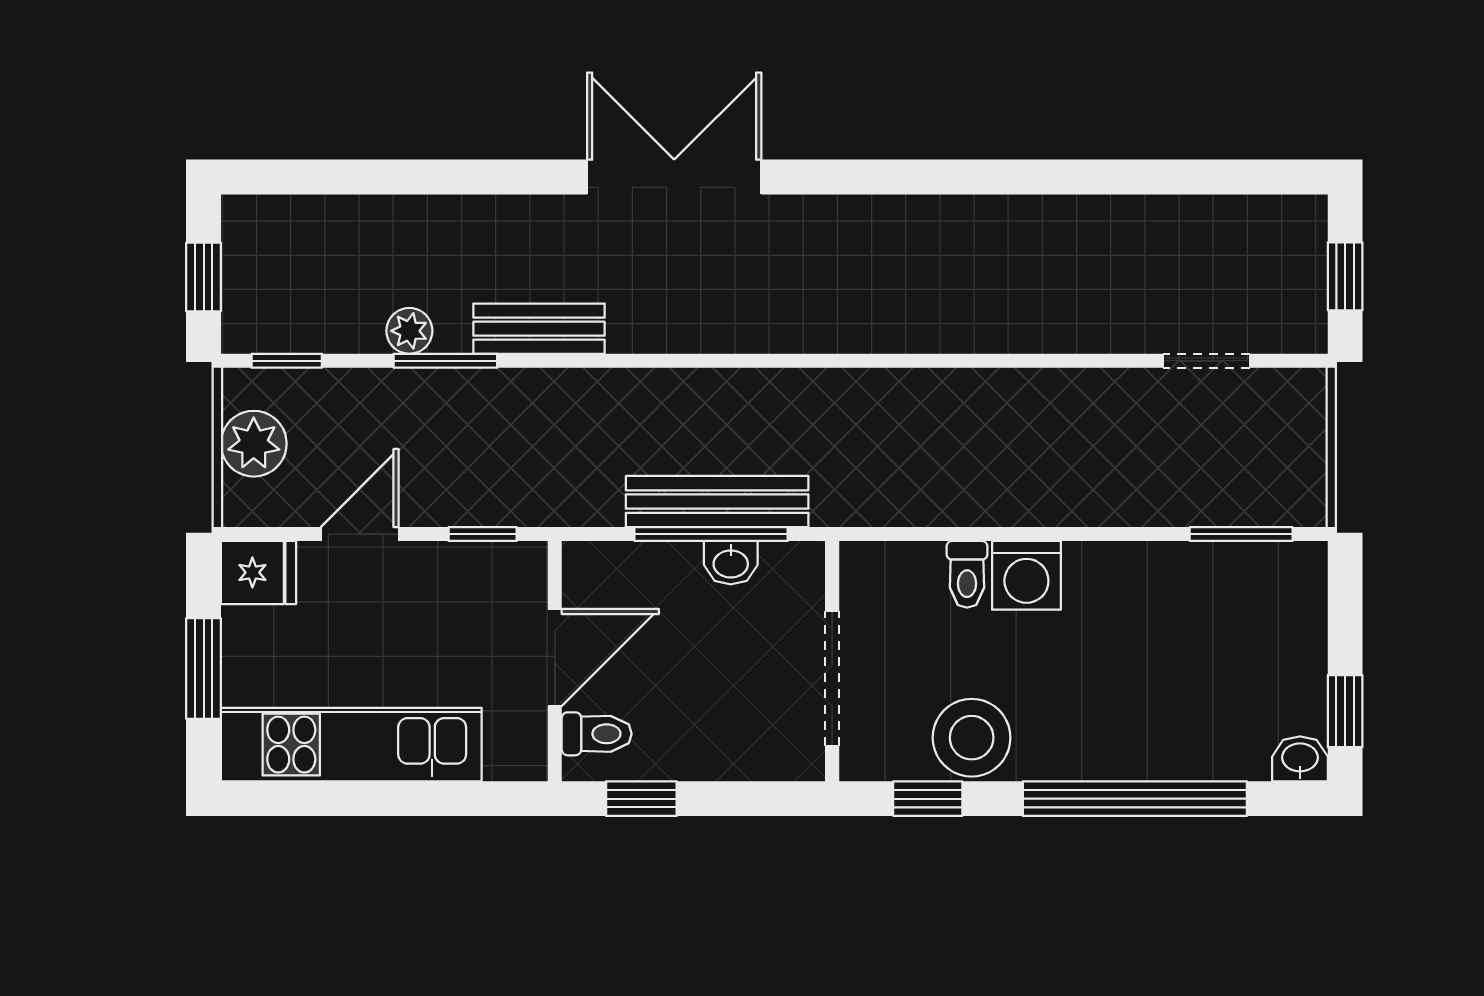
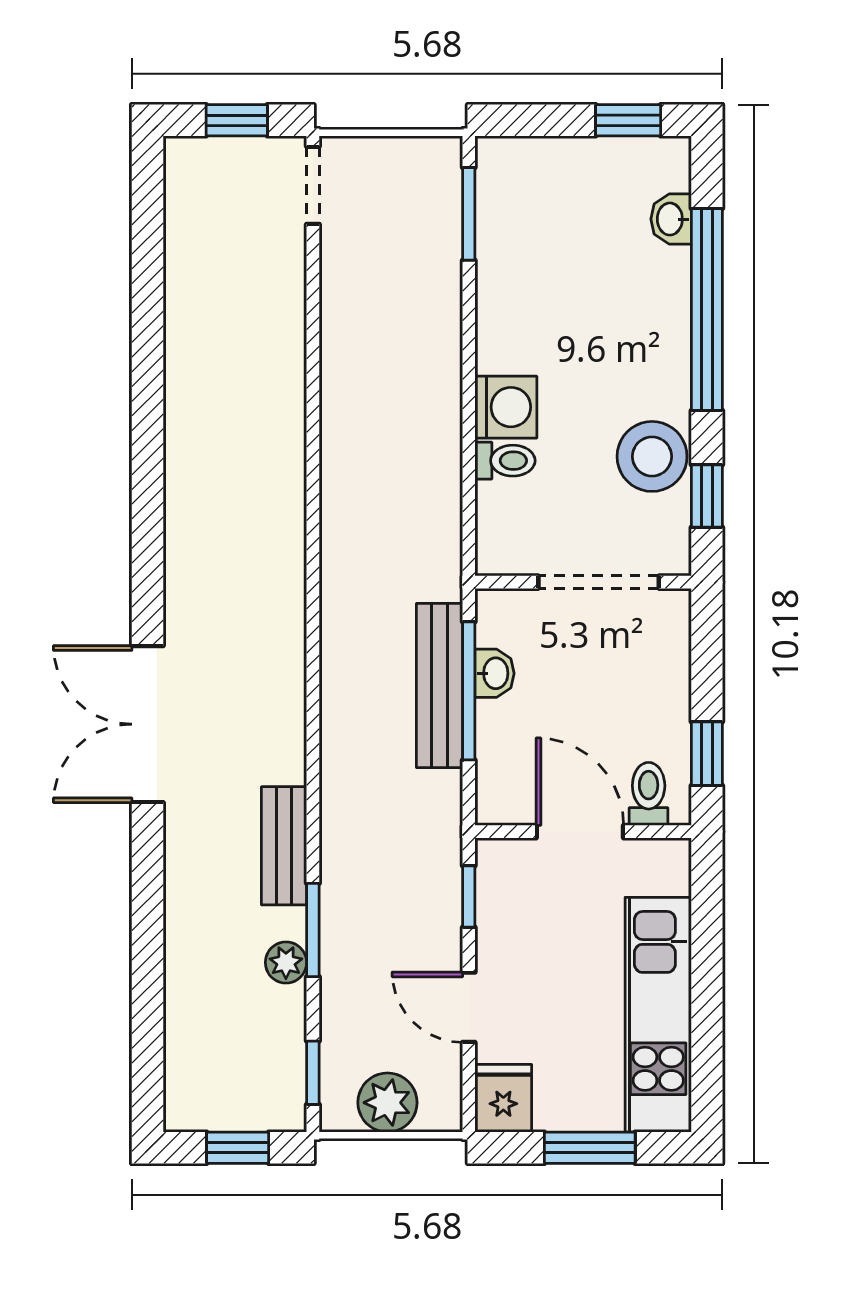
doorway: (1207, 361) -> (313, 185), moved
washbasin: (1300, 759) -> (671, 219), moved

